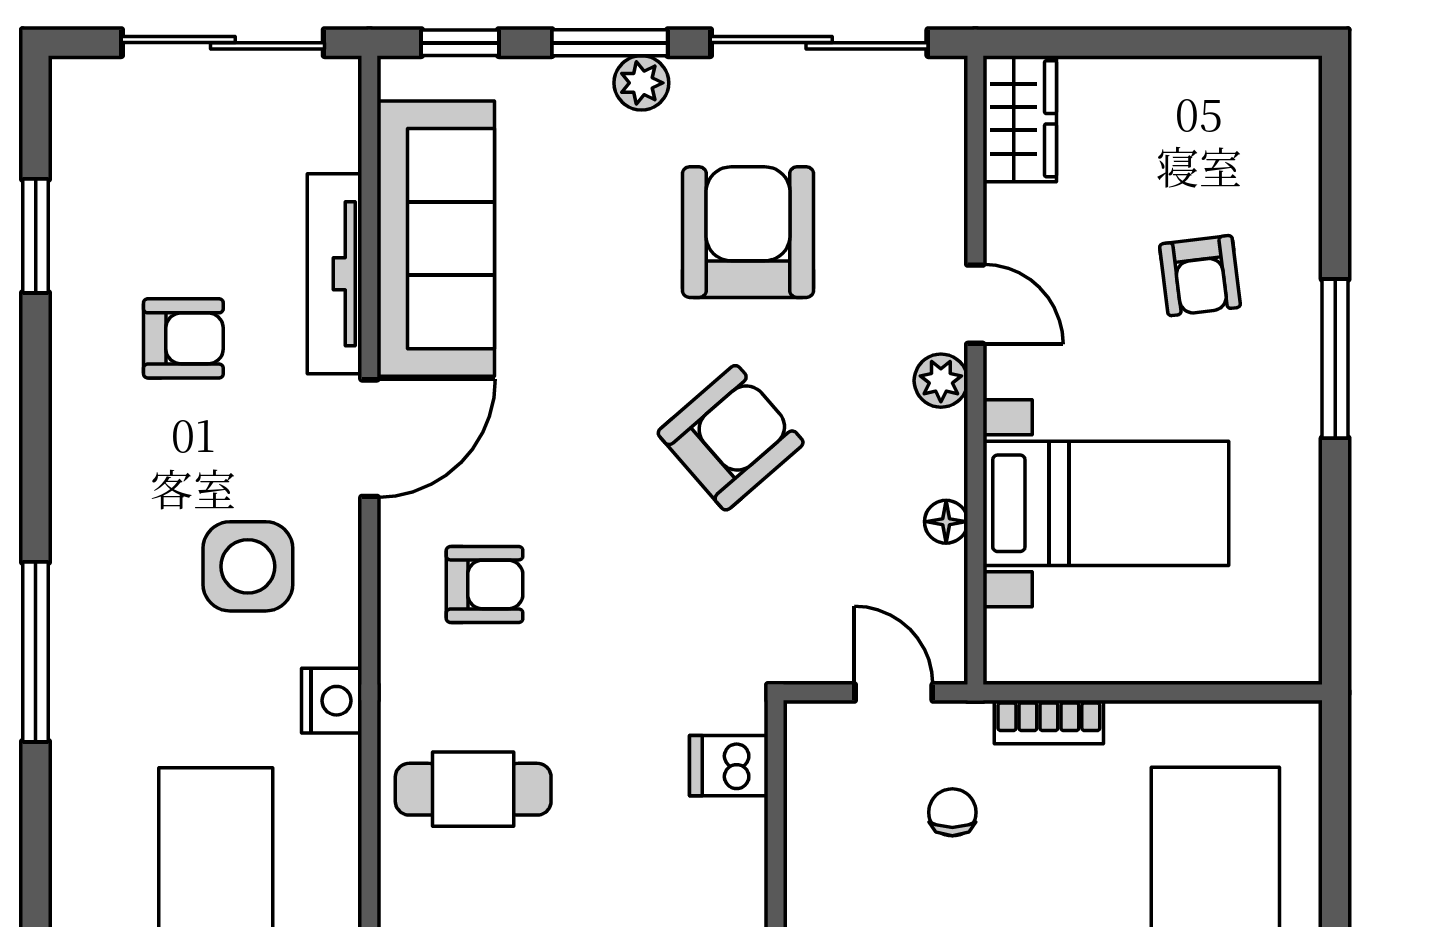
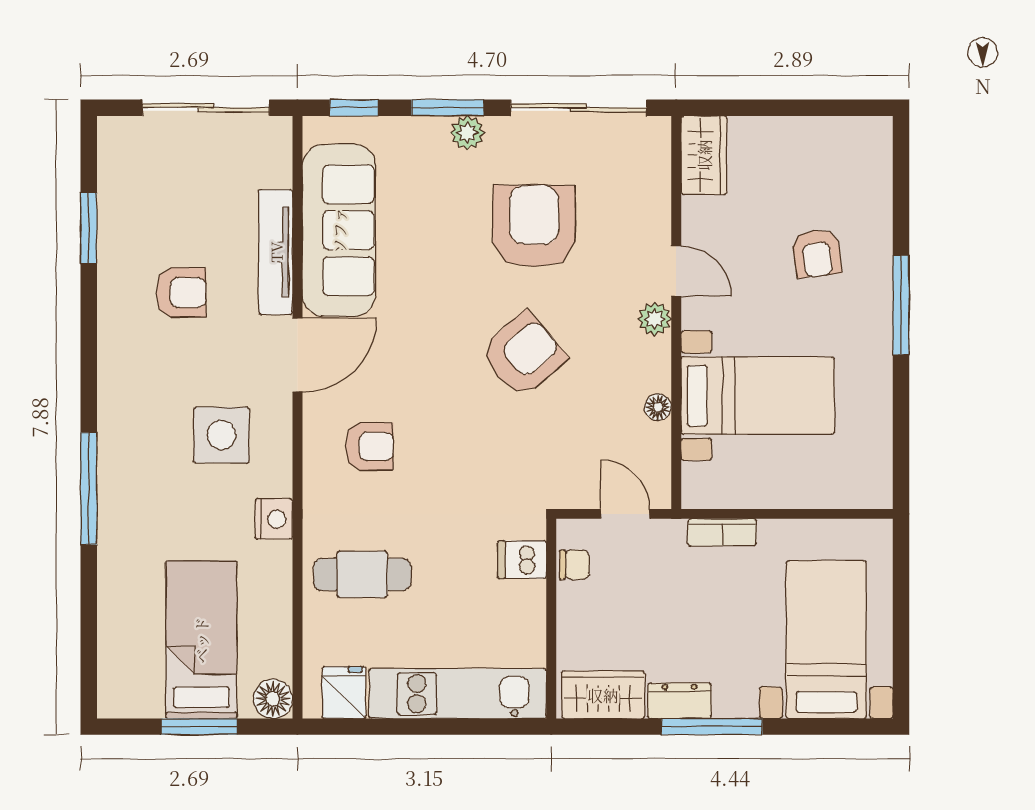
chair: (952, 812) -> (574, 565), moved, turned 90

